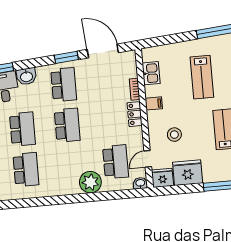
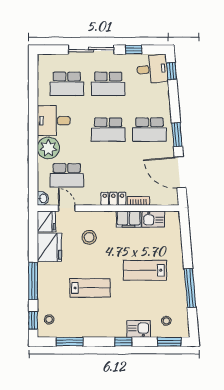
door: (103, 51) -> (180, 172), swing flipped
washbasin: (26, 76) -> (161, 93), removed
filing cabinet: (154, 103) -> (129, 219), width x2.00
desk: (63, 179) -> (54, 121), added

